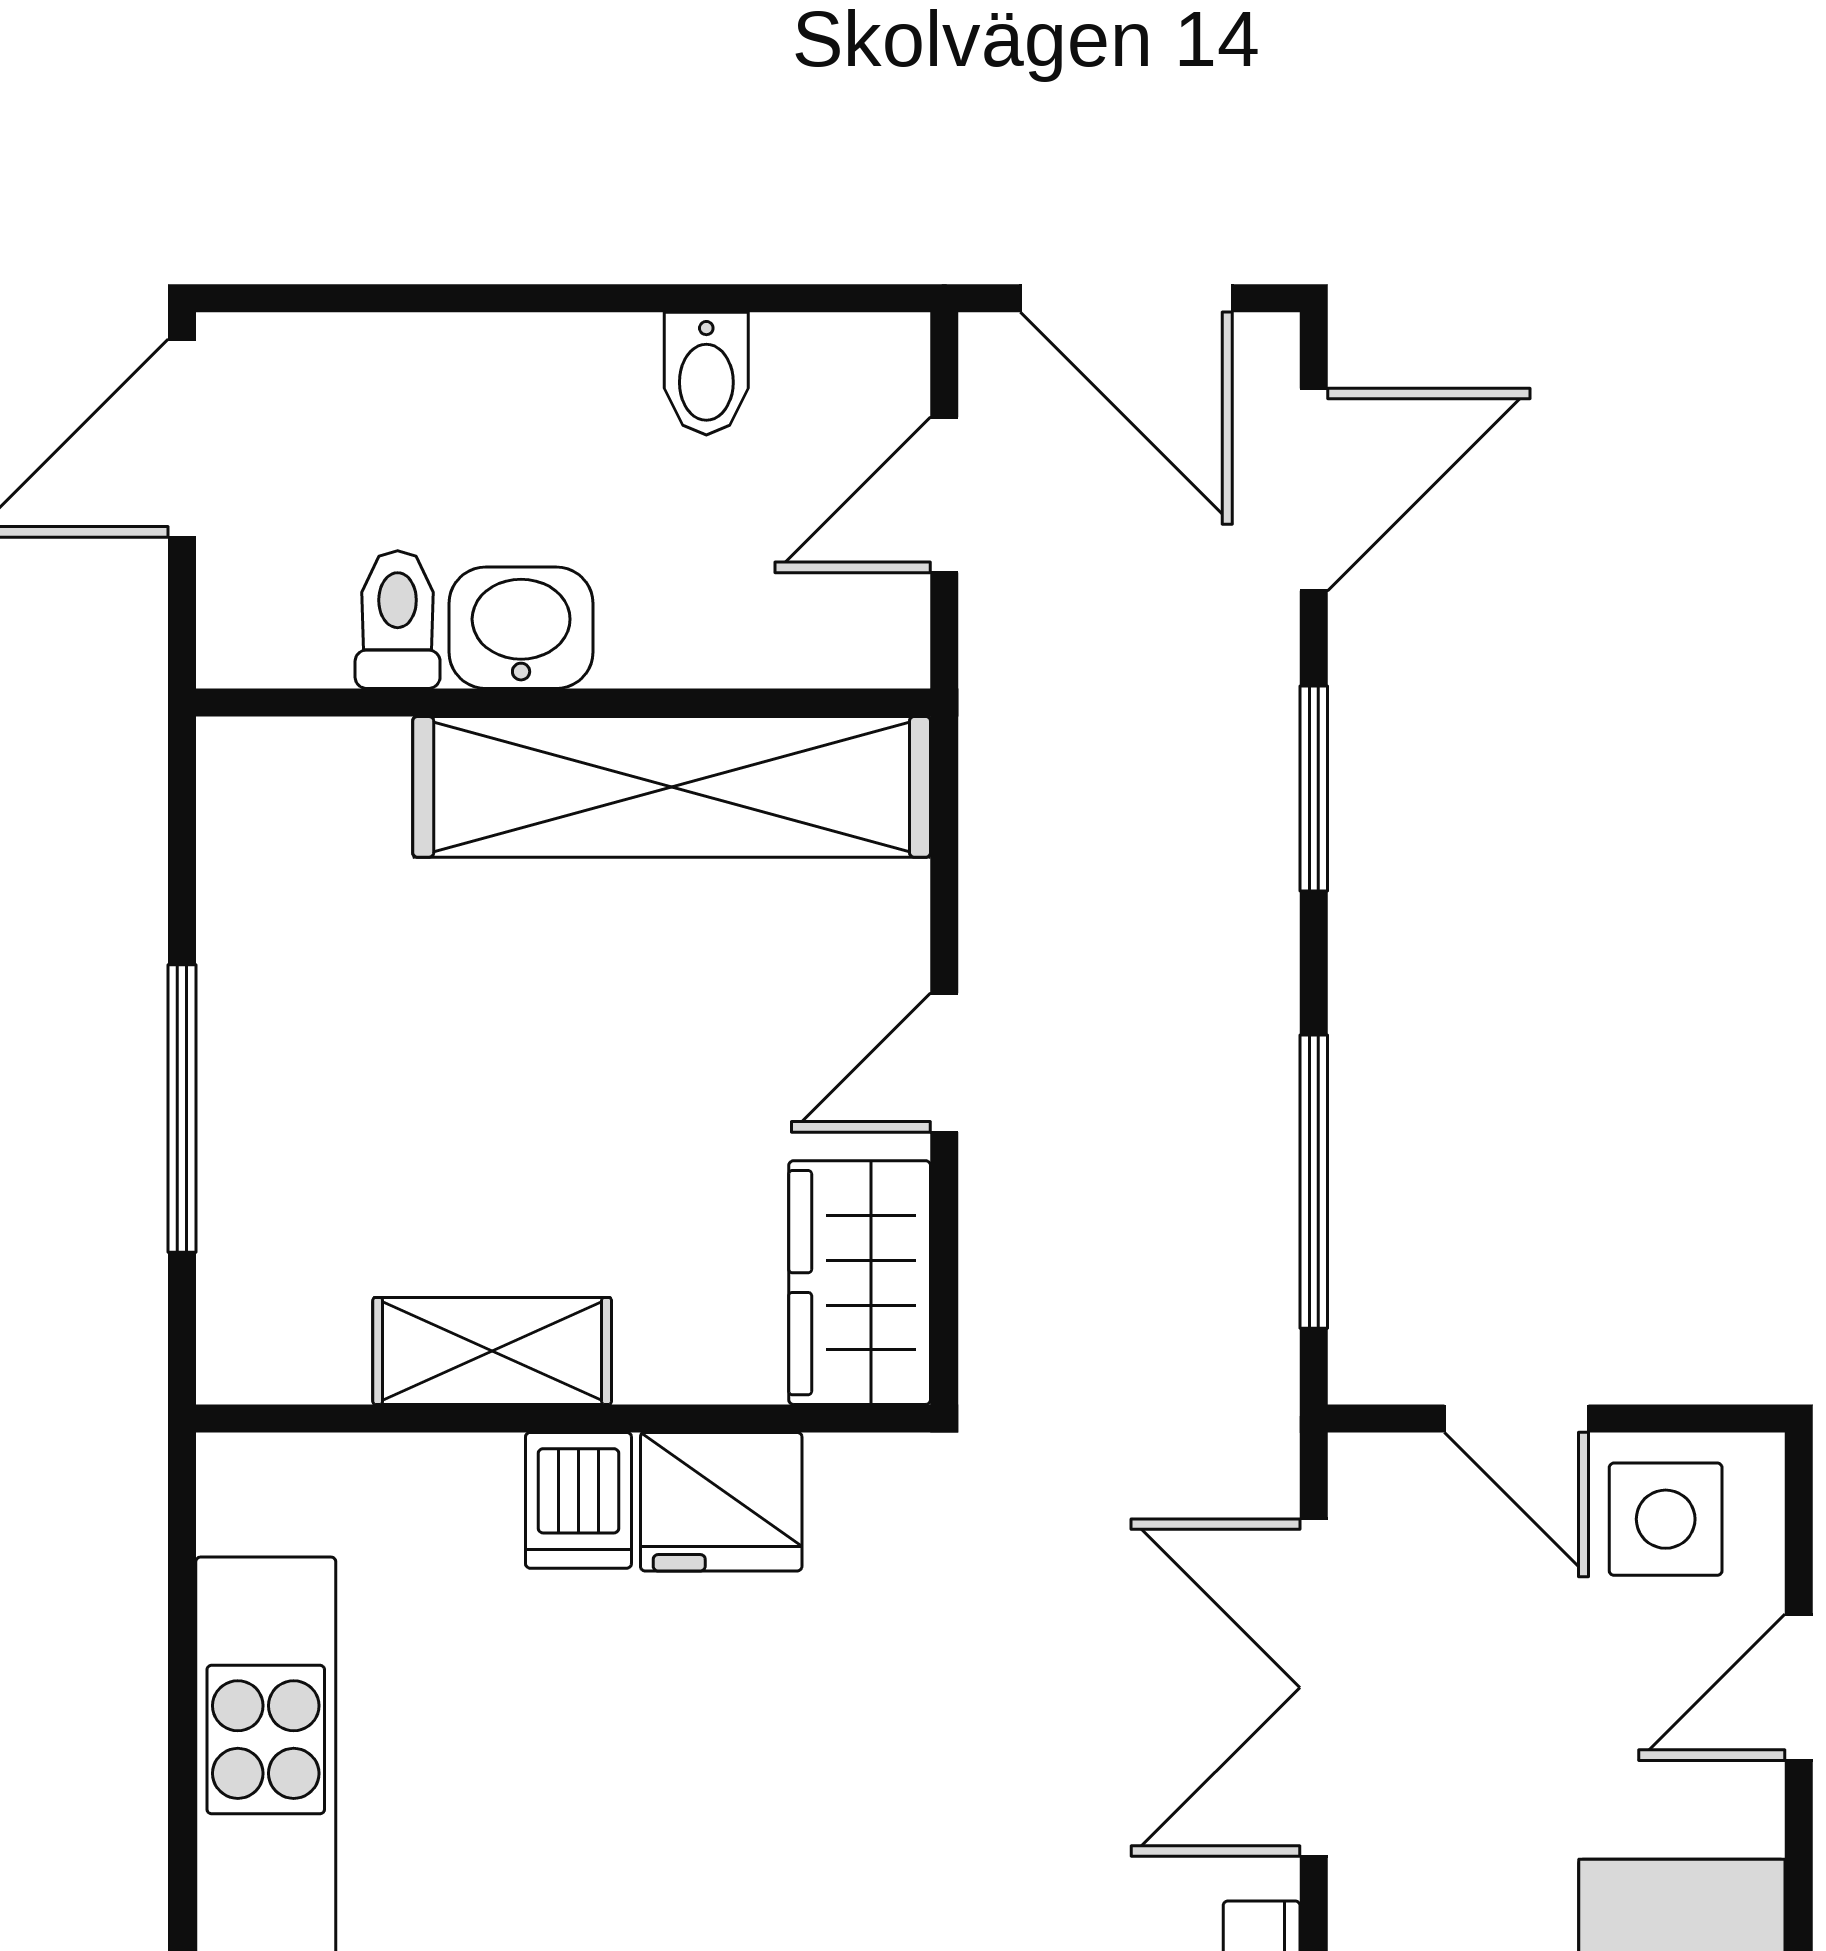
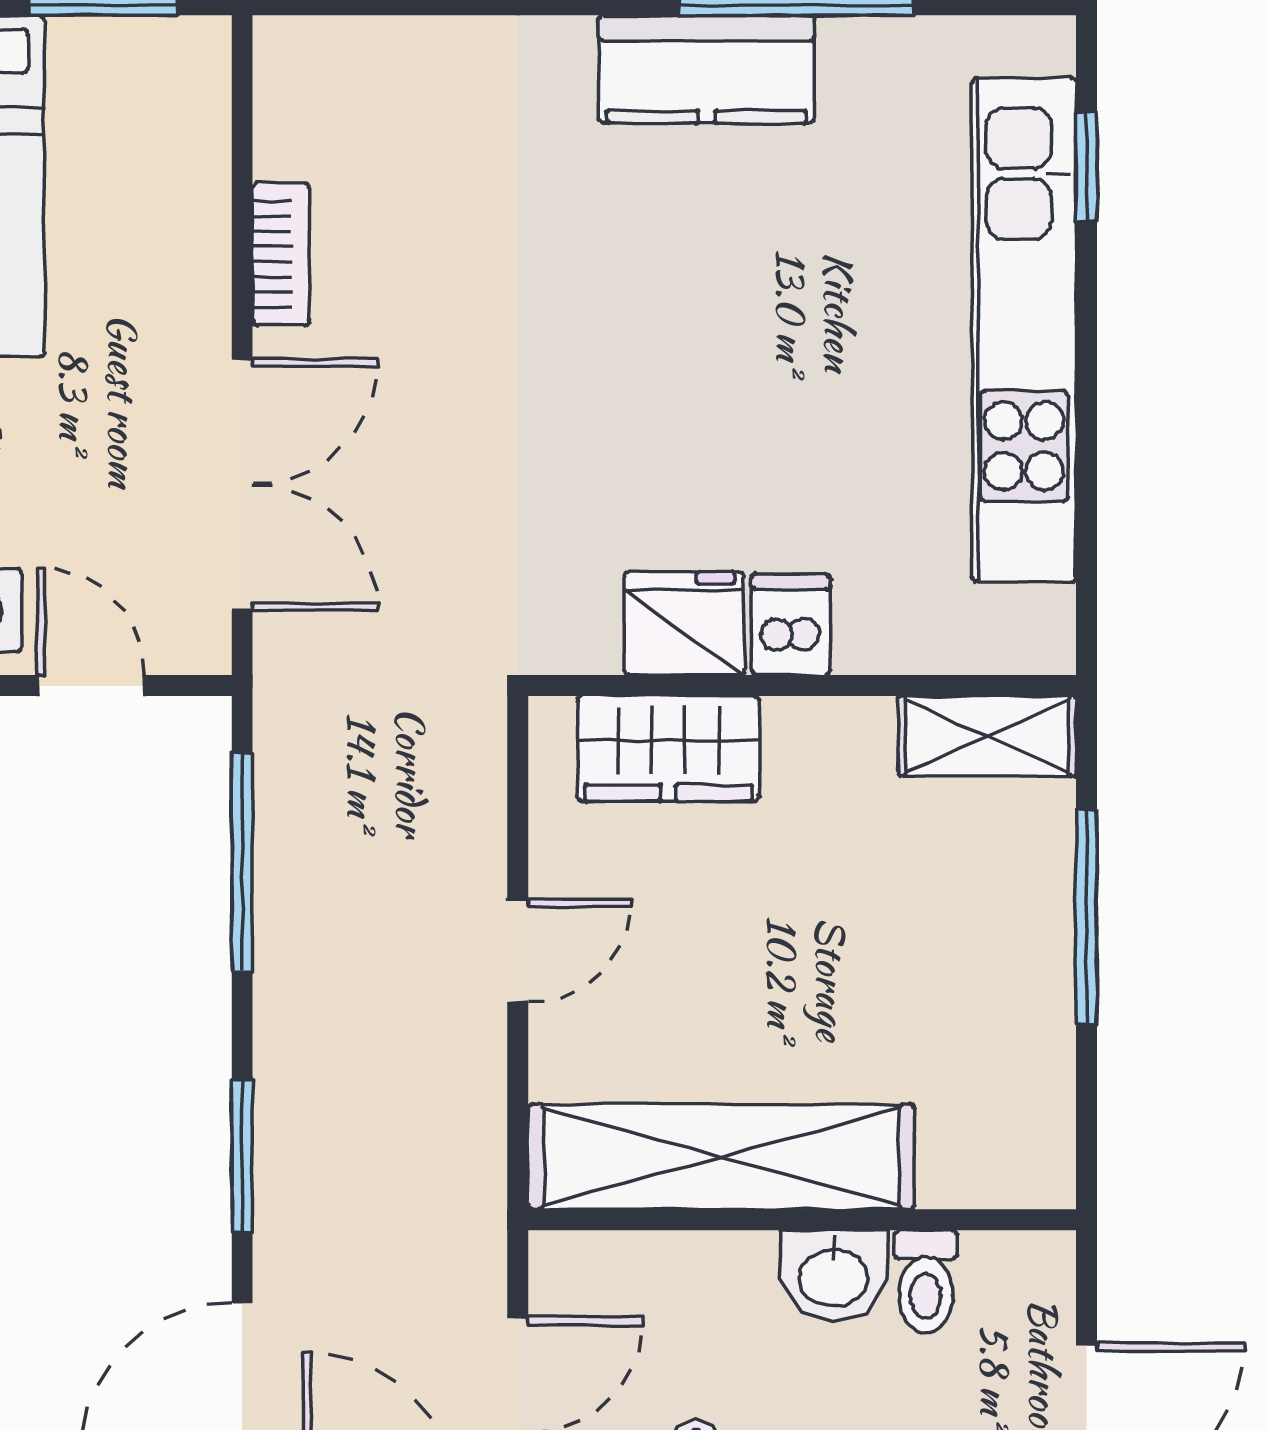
wardrobe: (860, 1283) -> (668, 749), moved, turned 90
shelving: (492, 1351) -> (987, 736), moved

